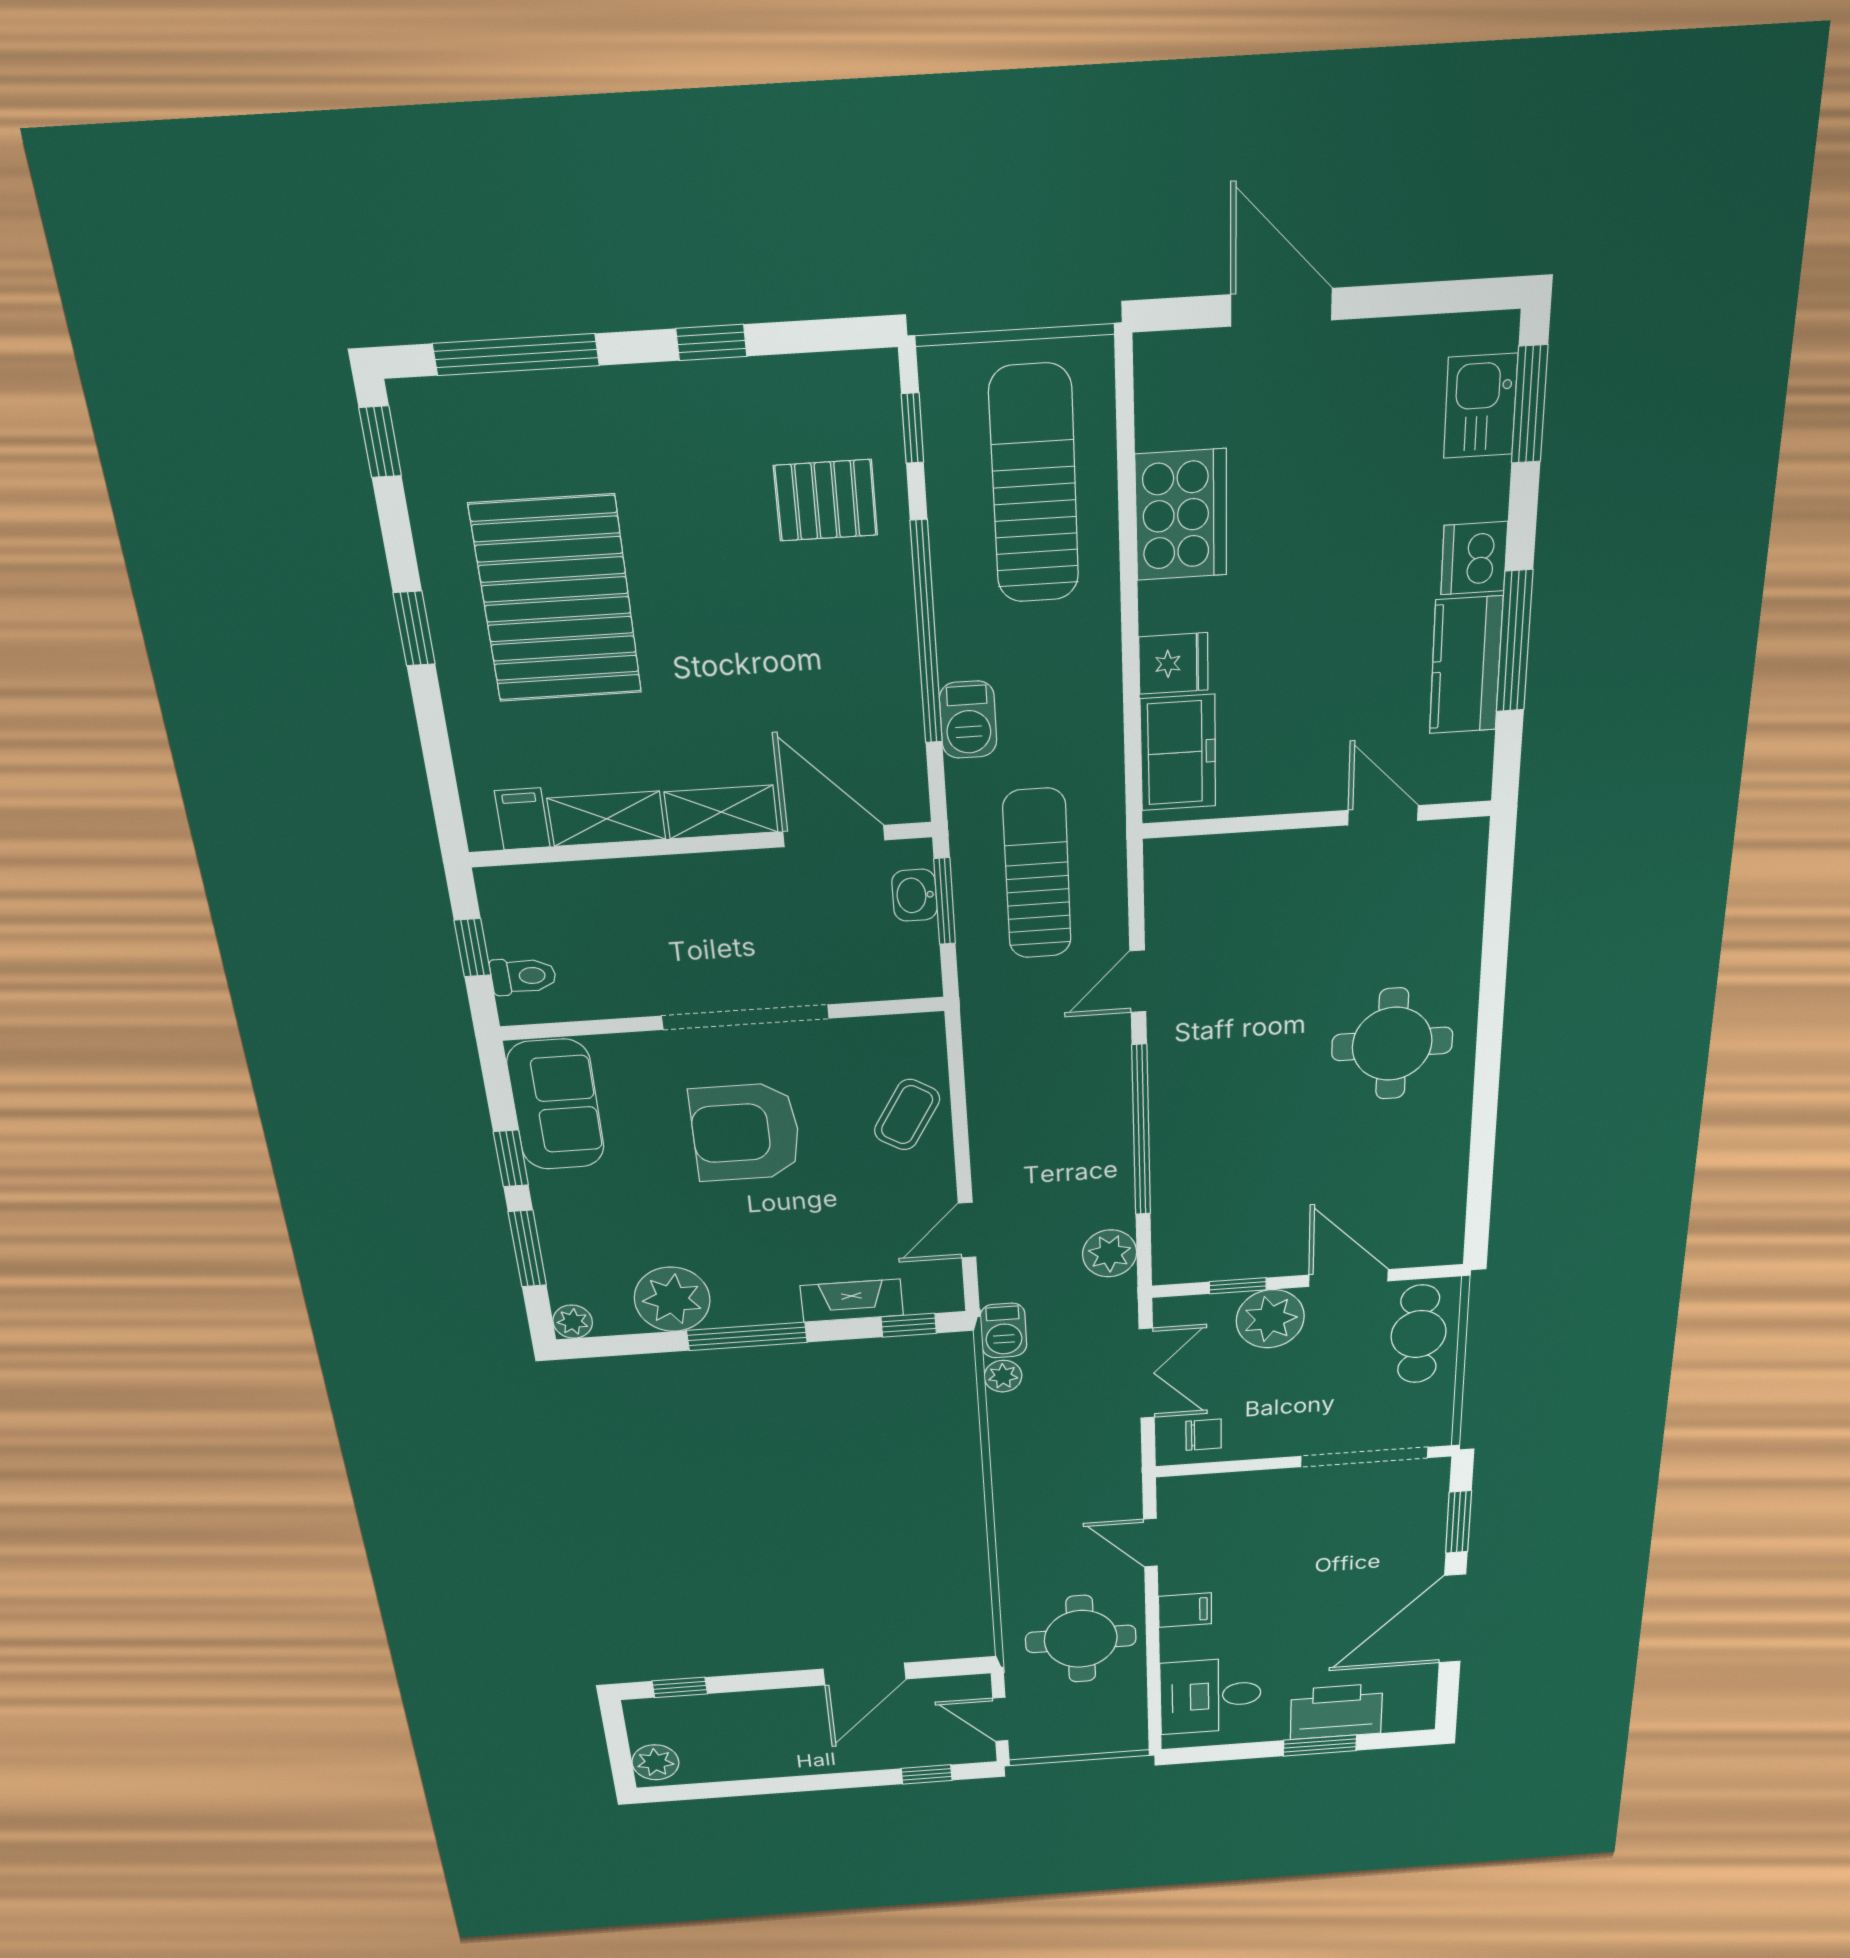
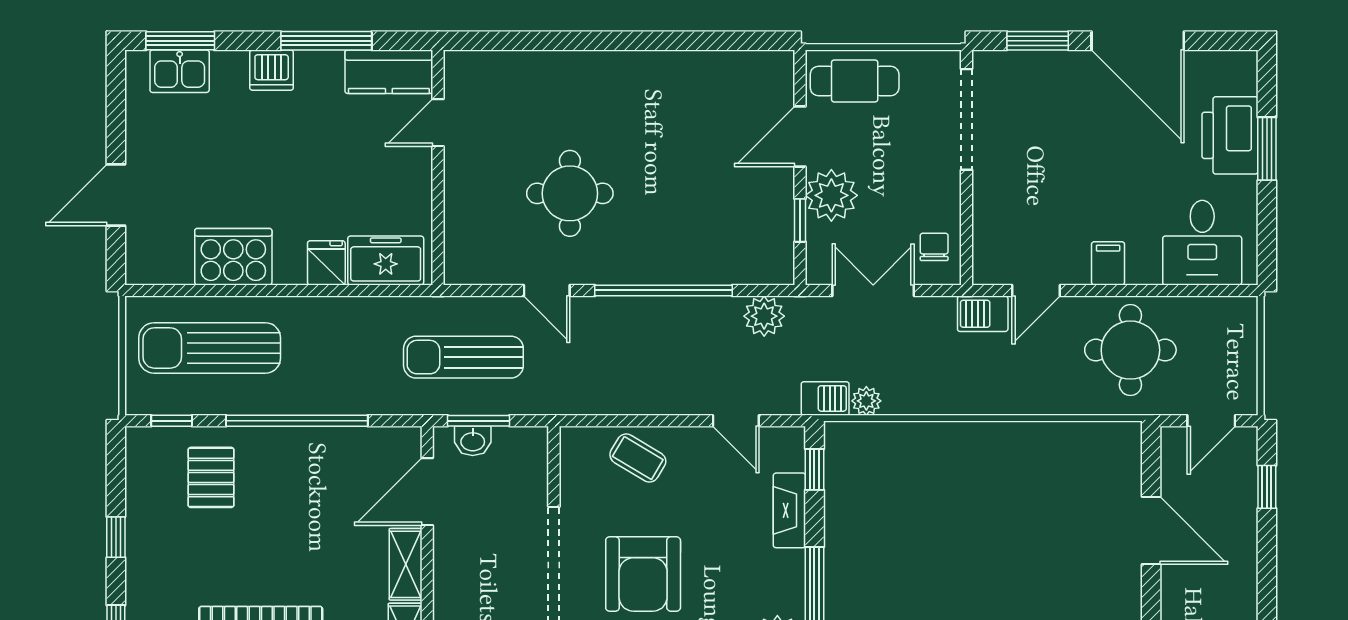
kitchen counter: (1466, 665) -> (389, 72), moved
barbecue: (968, 720) -> (983, 314), moved, turned 180
round table: (1392, 1044) -> (570, 193), moved

